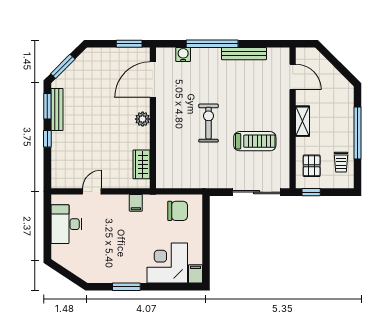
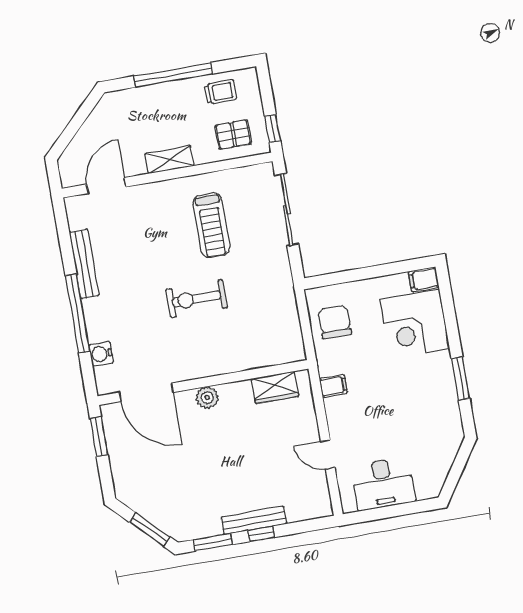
bench: (57, 110) -> (254, 520), moved
treadmill: (255, 141) -> (211, 225), turned 180

